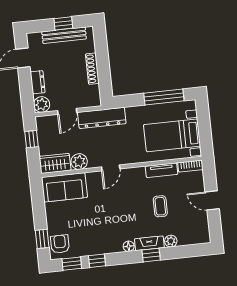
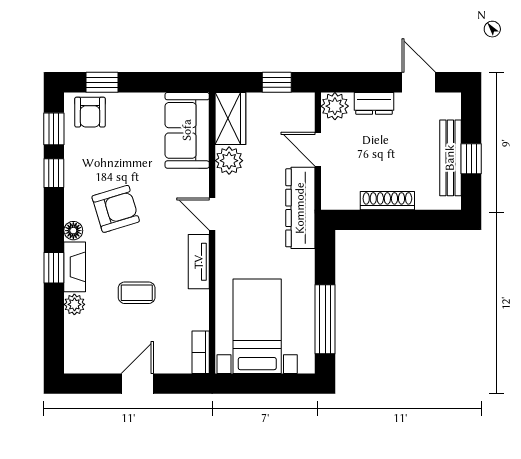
tv unit: (162, 170) -> (199, 262), moved
armchair: (114, 223) -> (116, 209), added
armchair: (60, 244) -> (90, 112), turned 90

